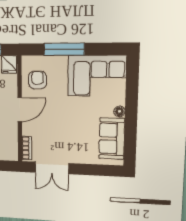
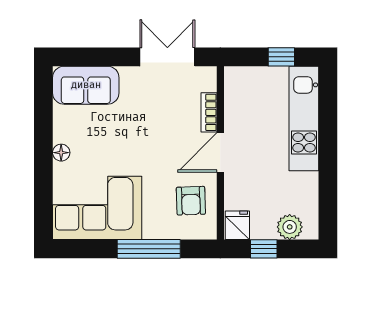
sofa: (112, 139) -> (86, 85), moved, turned 90
bookcase: (27, 148) -> (209, 112), moved

